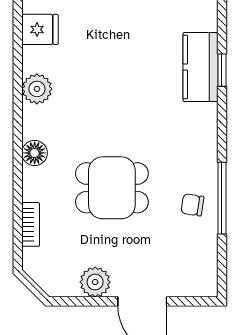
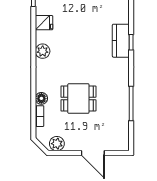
floor lamp: (35, 153) -> (41, 98), moved
chair: (192, 205) -> (117, 107), removed
plant: (95, 282) -> (57, 144), moved

